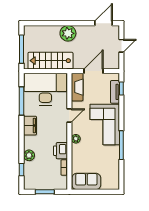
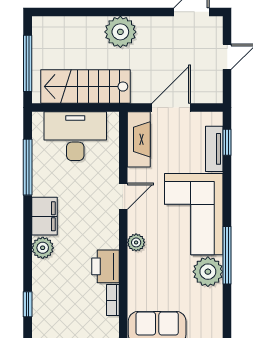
desk: (45, 89) -> (75, 136), width x0.73, depth x0.77
plant: (112, 153) -> (208, 272), added
plant: (29, 155) -> (43, 248), moved

